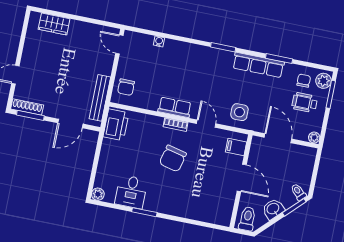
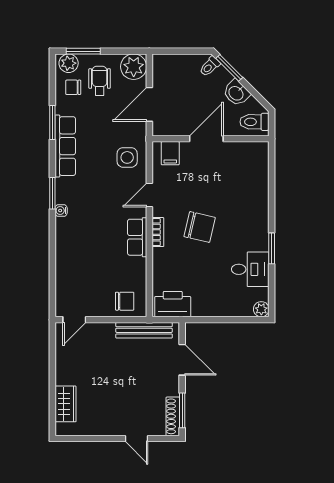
water cooler: (159, 41) -> (61, 211), moved
wheelchair: (305, 103) -> (100, 81), turned 180
plant: (314, 138) -> (134, 67), width x1.87, depth x1.87

